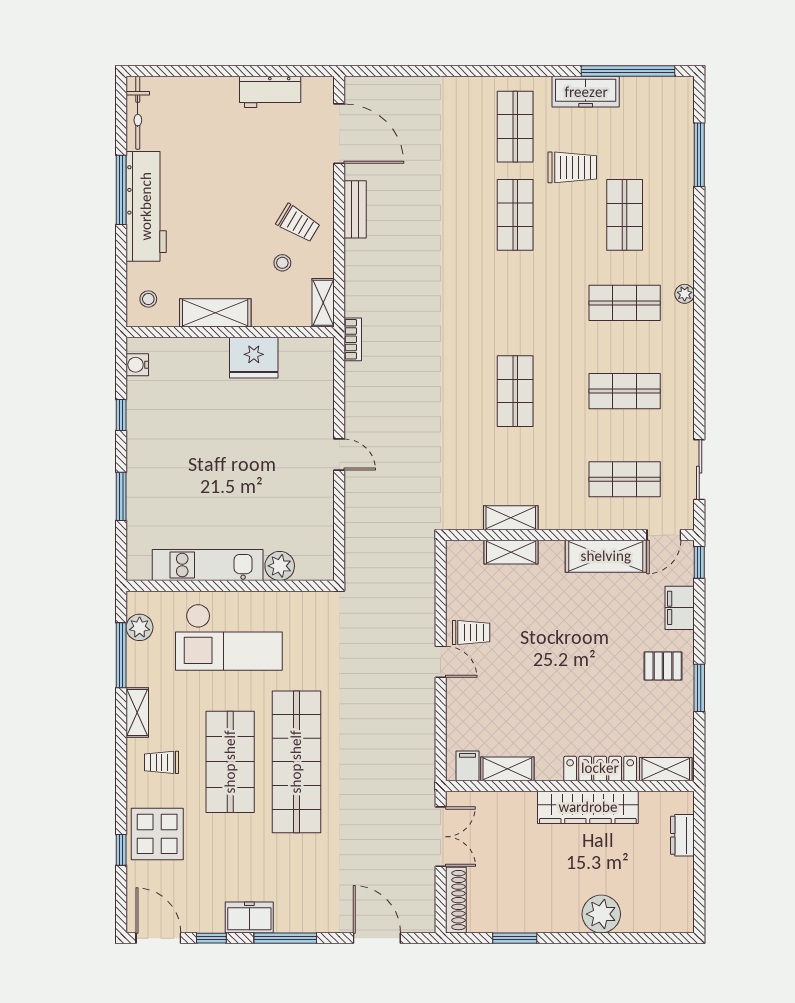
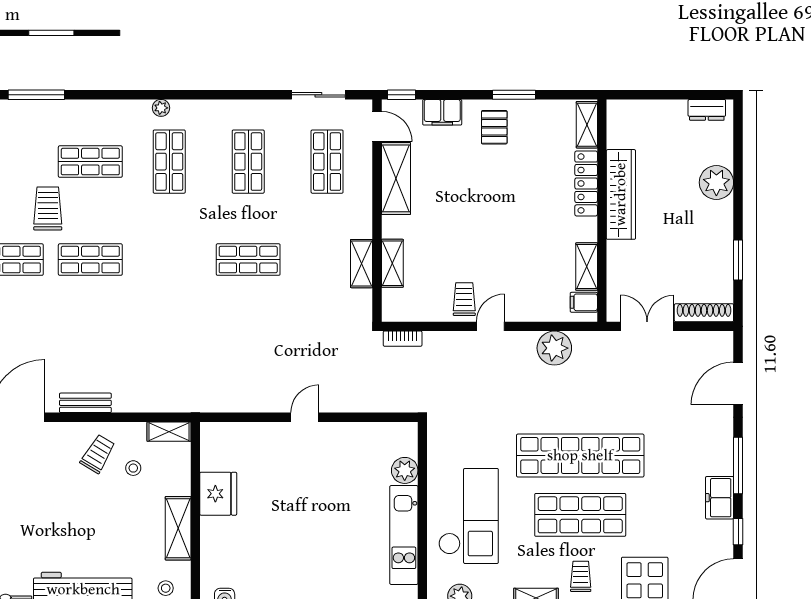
bookcase: (353, 339) -> (403, 339), moved, turned 180
plant: (416, 733) -> (554, 348), added
trolley: (161, 762) -> (581, 576), turned 180
dresser: (682, 835) -> (707, 110), moved

